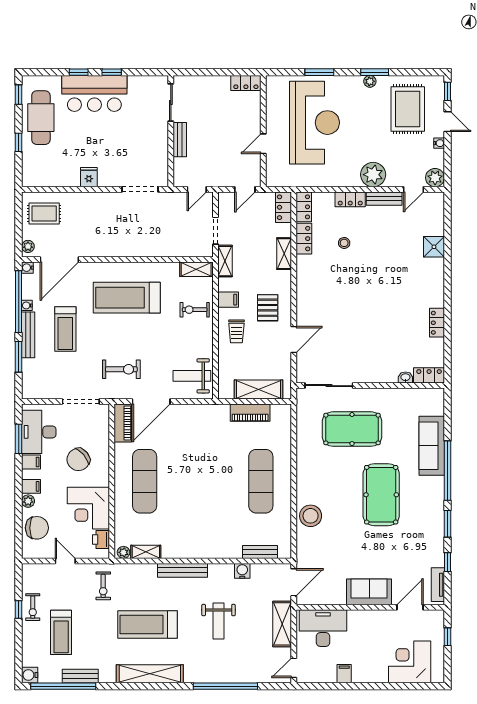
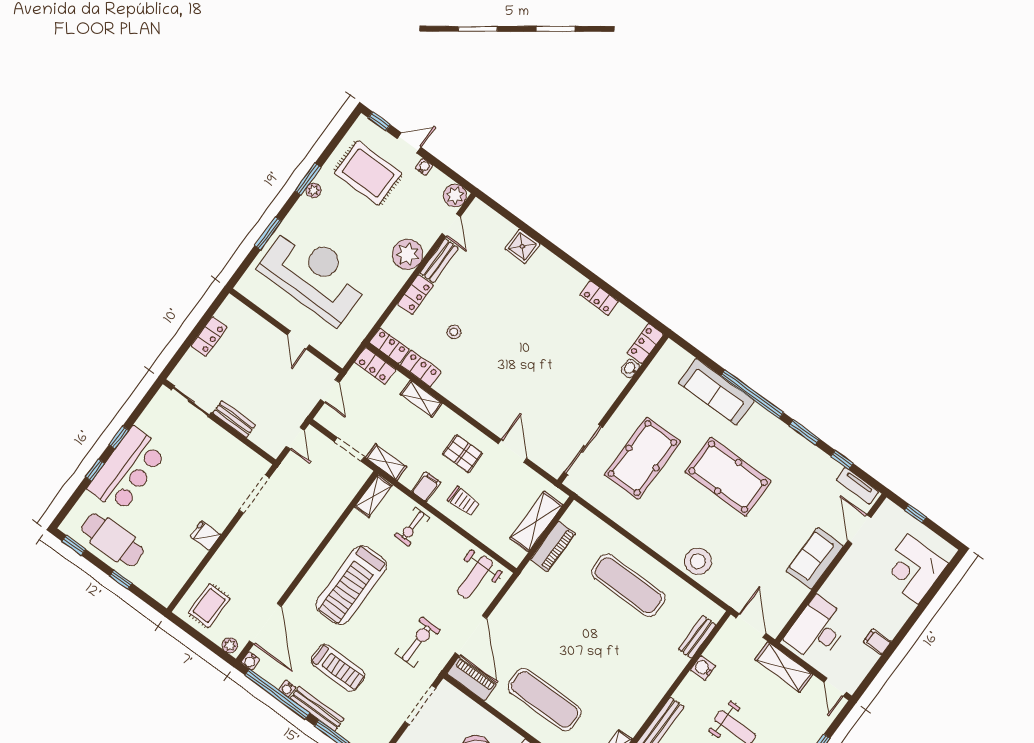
locker: (246, 83) -> (209, 336), moved

